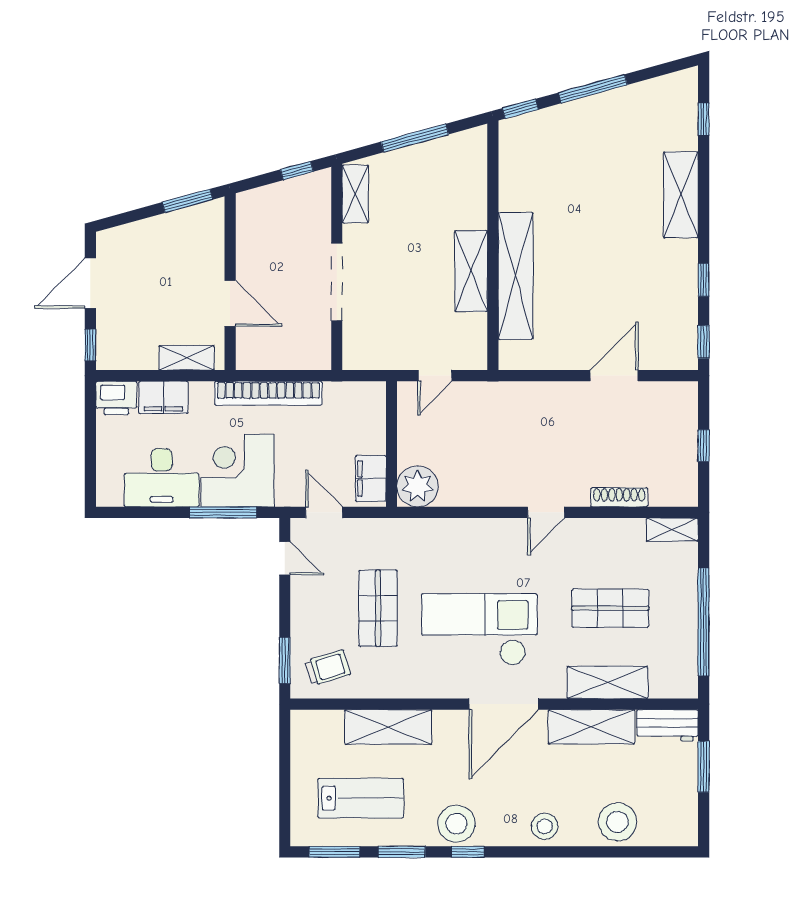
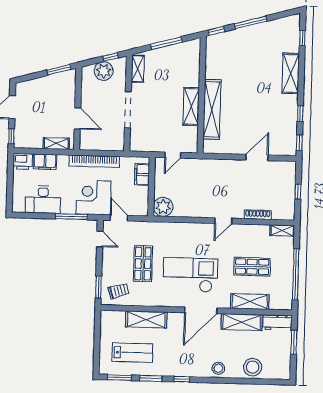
plant: (283, 201) -> (104, 71), added
corner desk: (237, 471) -> (93, 198), moved
filing cabinet: (371, 478) -> (142, 174), moved
stool: (456, 824) -> (177, 366), removed

